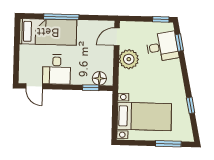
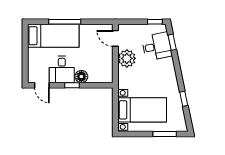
door: (117, 37) -> (115, 38), hinge flipped
floor lamp: (99, 78) -> (81, 77), moved
window: (91, 88) -> (72, 85), moved

